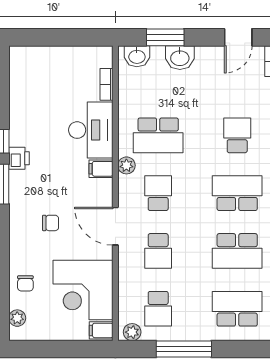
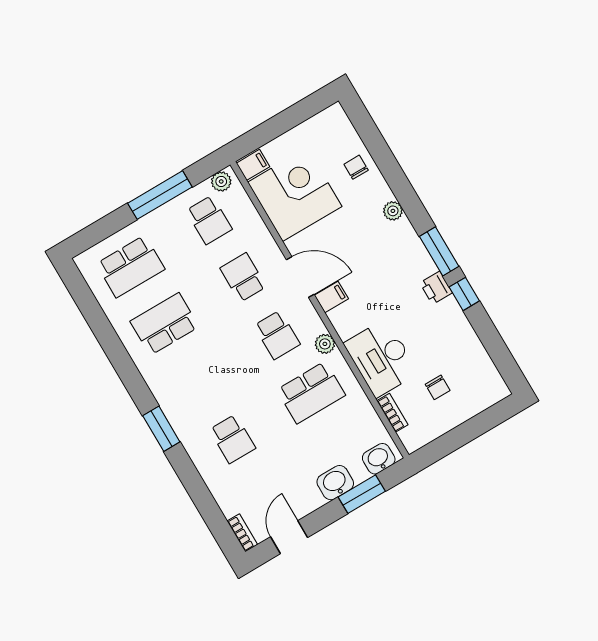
school desk: (158, 135) -> (311, 392), turned 180
filing cabinet: (101, 169) -> (331, 297), moved
school desk: (237, 193) -> (198, 381), removed
chair: (51, 223) -> (438, 387), moved, turned -90
school desk: (158, 309) -> (209, 220), turned 180
plant: (17, 318) -> (393, 211), moved

